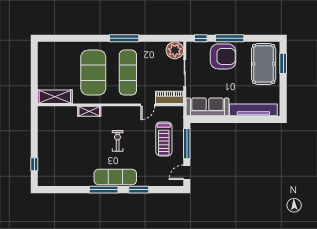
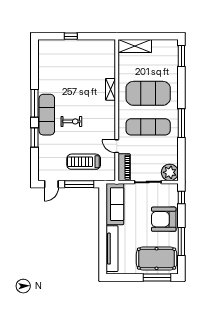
window: (55, 38) -> (181, 56), added
window: (230, 38) -> (181, 242), moved
armchair: (223, 56) -> (164, 219), turned 90
window: (283, 63) -> (157, 278), width x1.44
shelving: (55, 97) -> (135, 46), moved, turned 90
exercise bike: (118, 141) -> (71, 121), moved
window: (34, 164) -> (71, 36), moved
door: (187, 172) -> (51, 184), swing flipped

